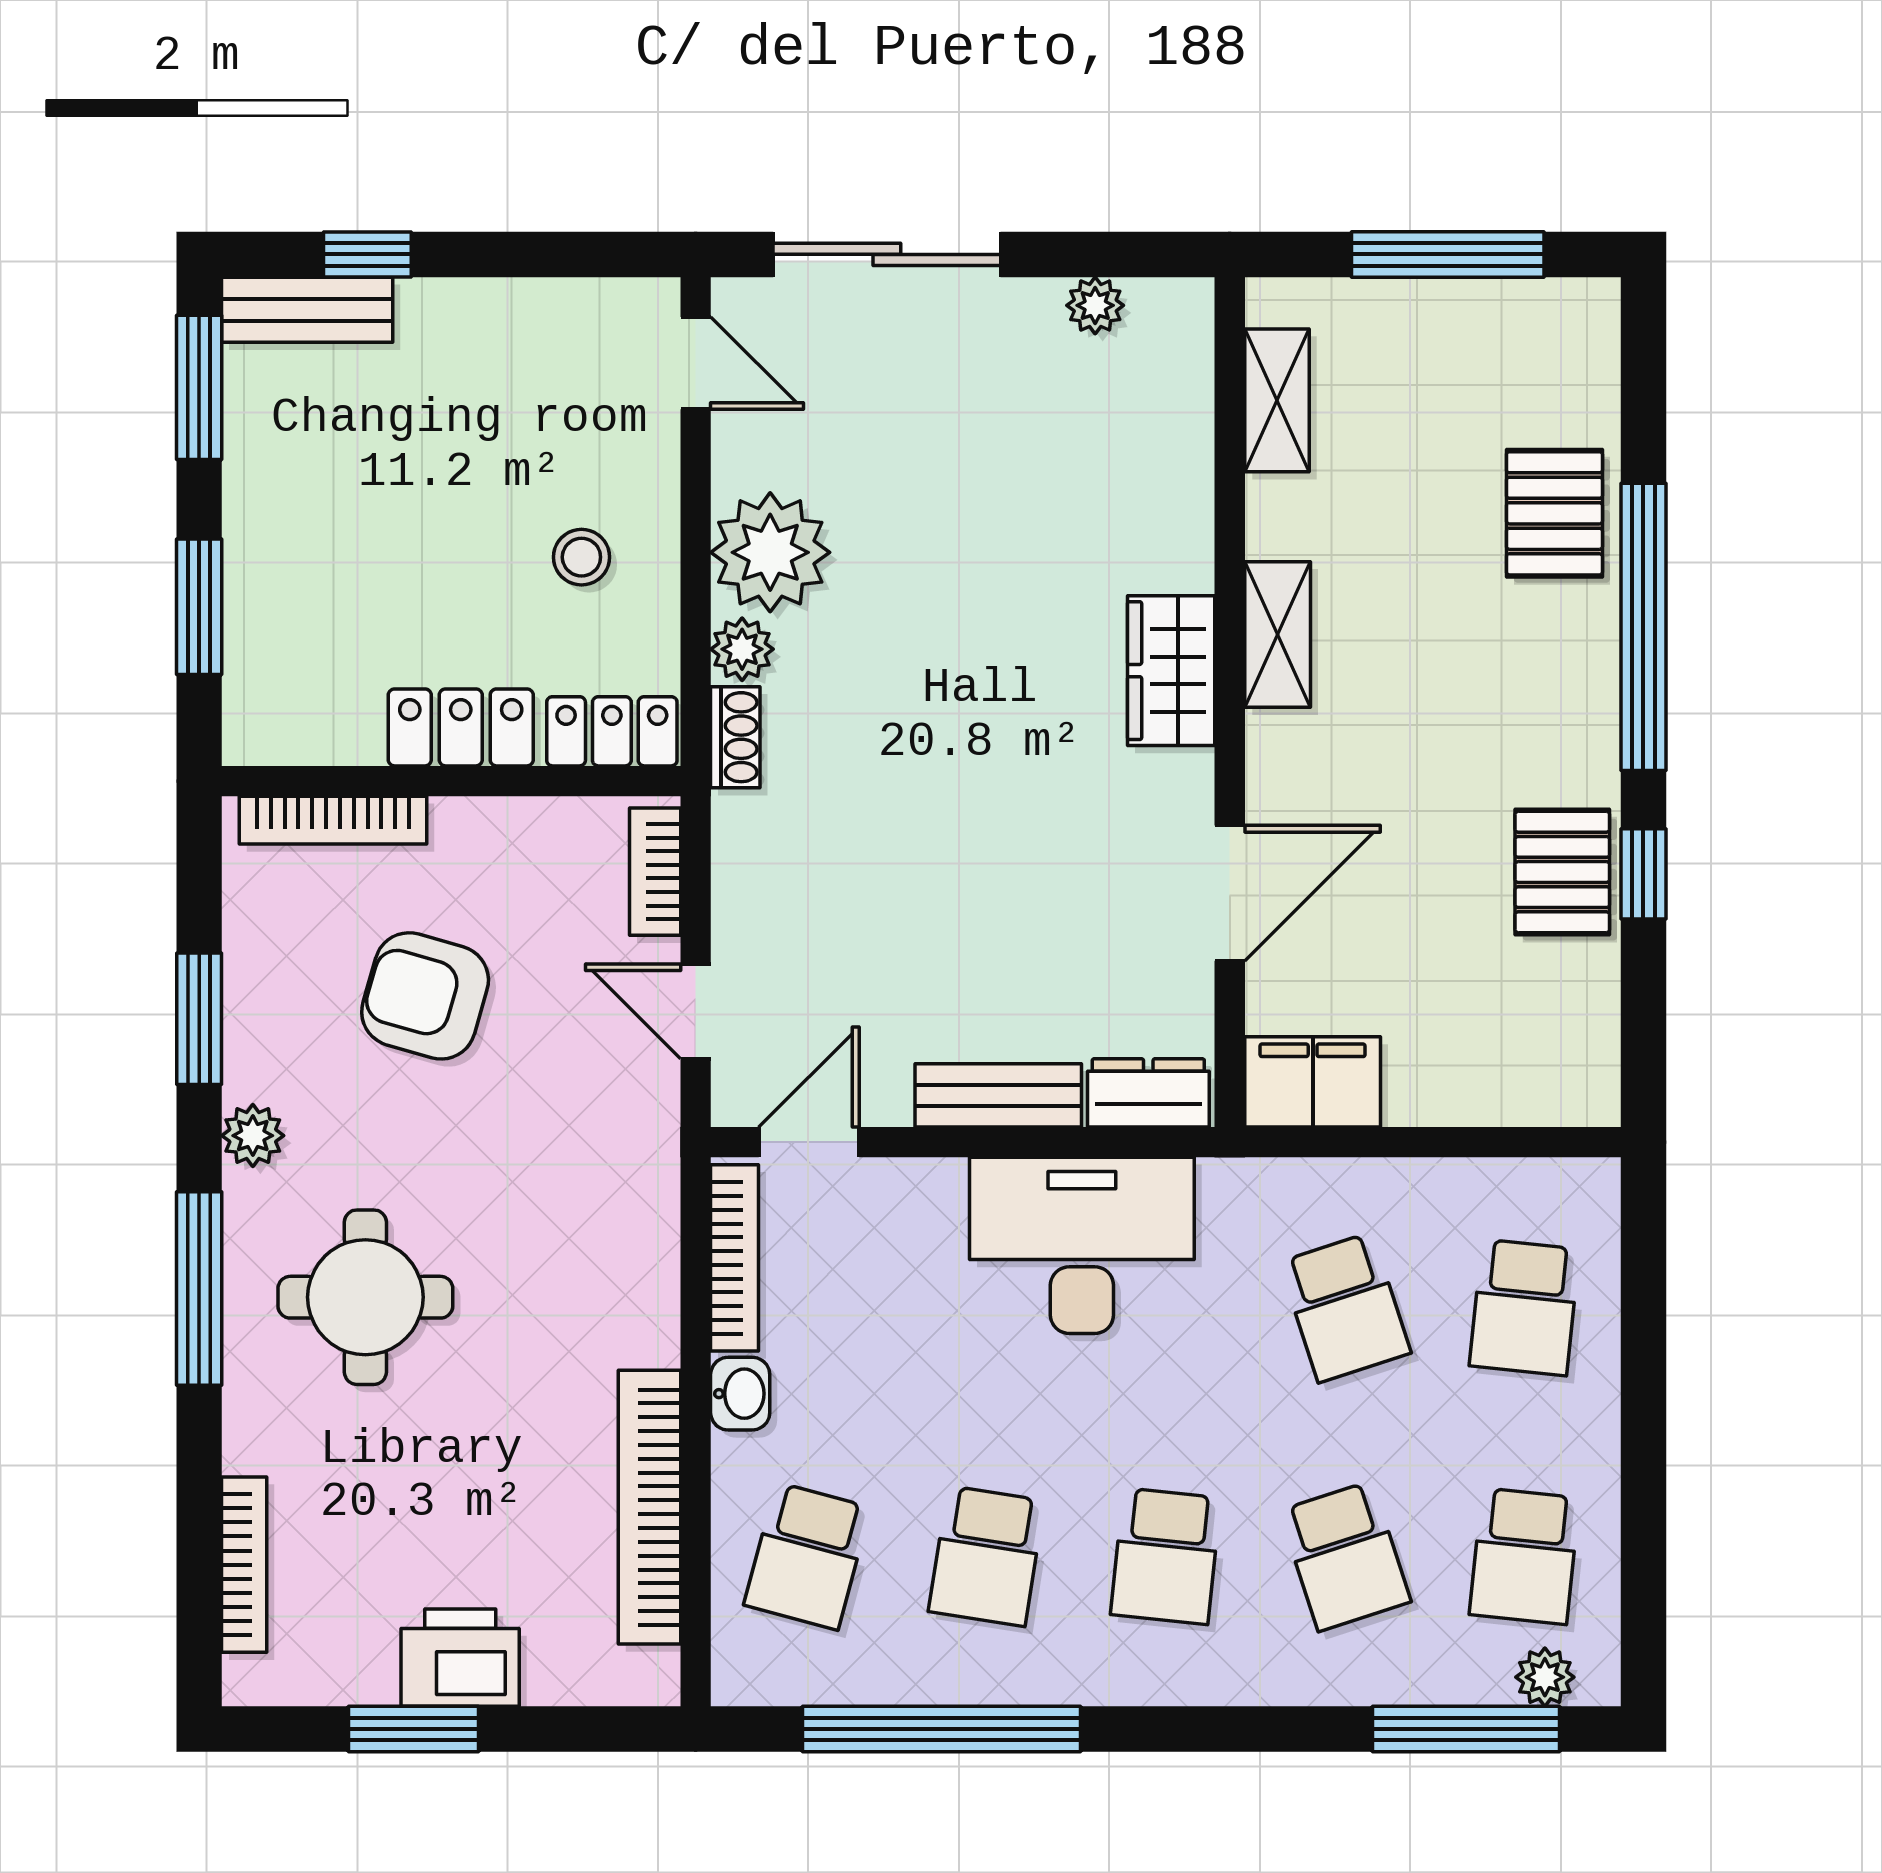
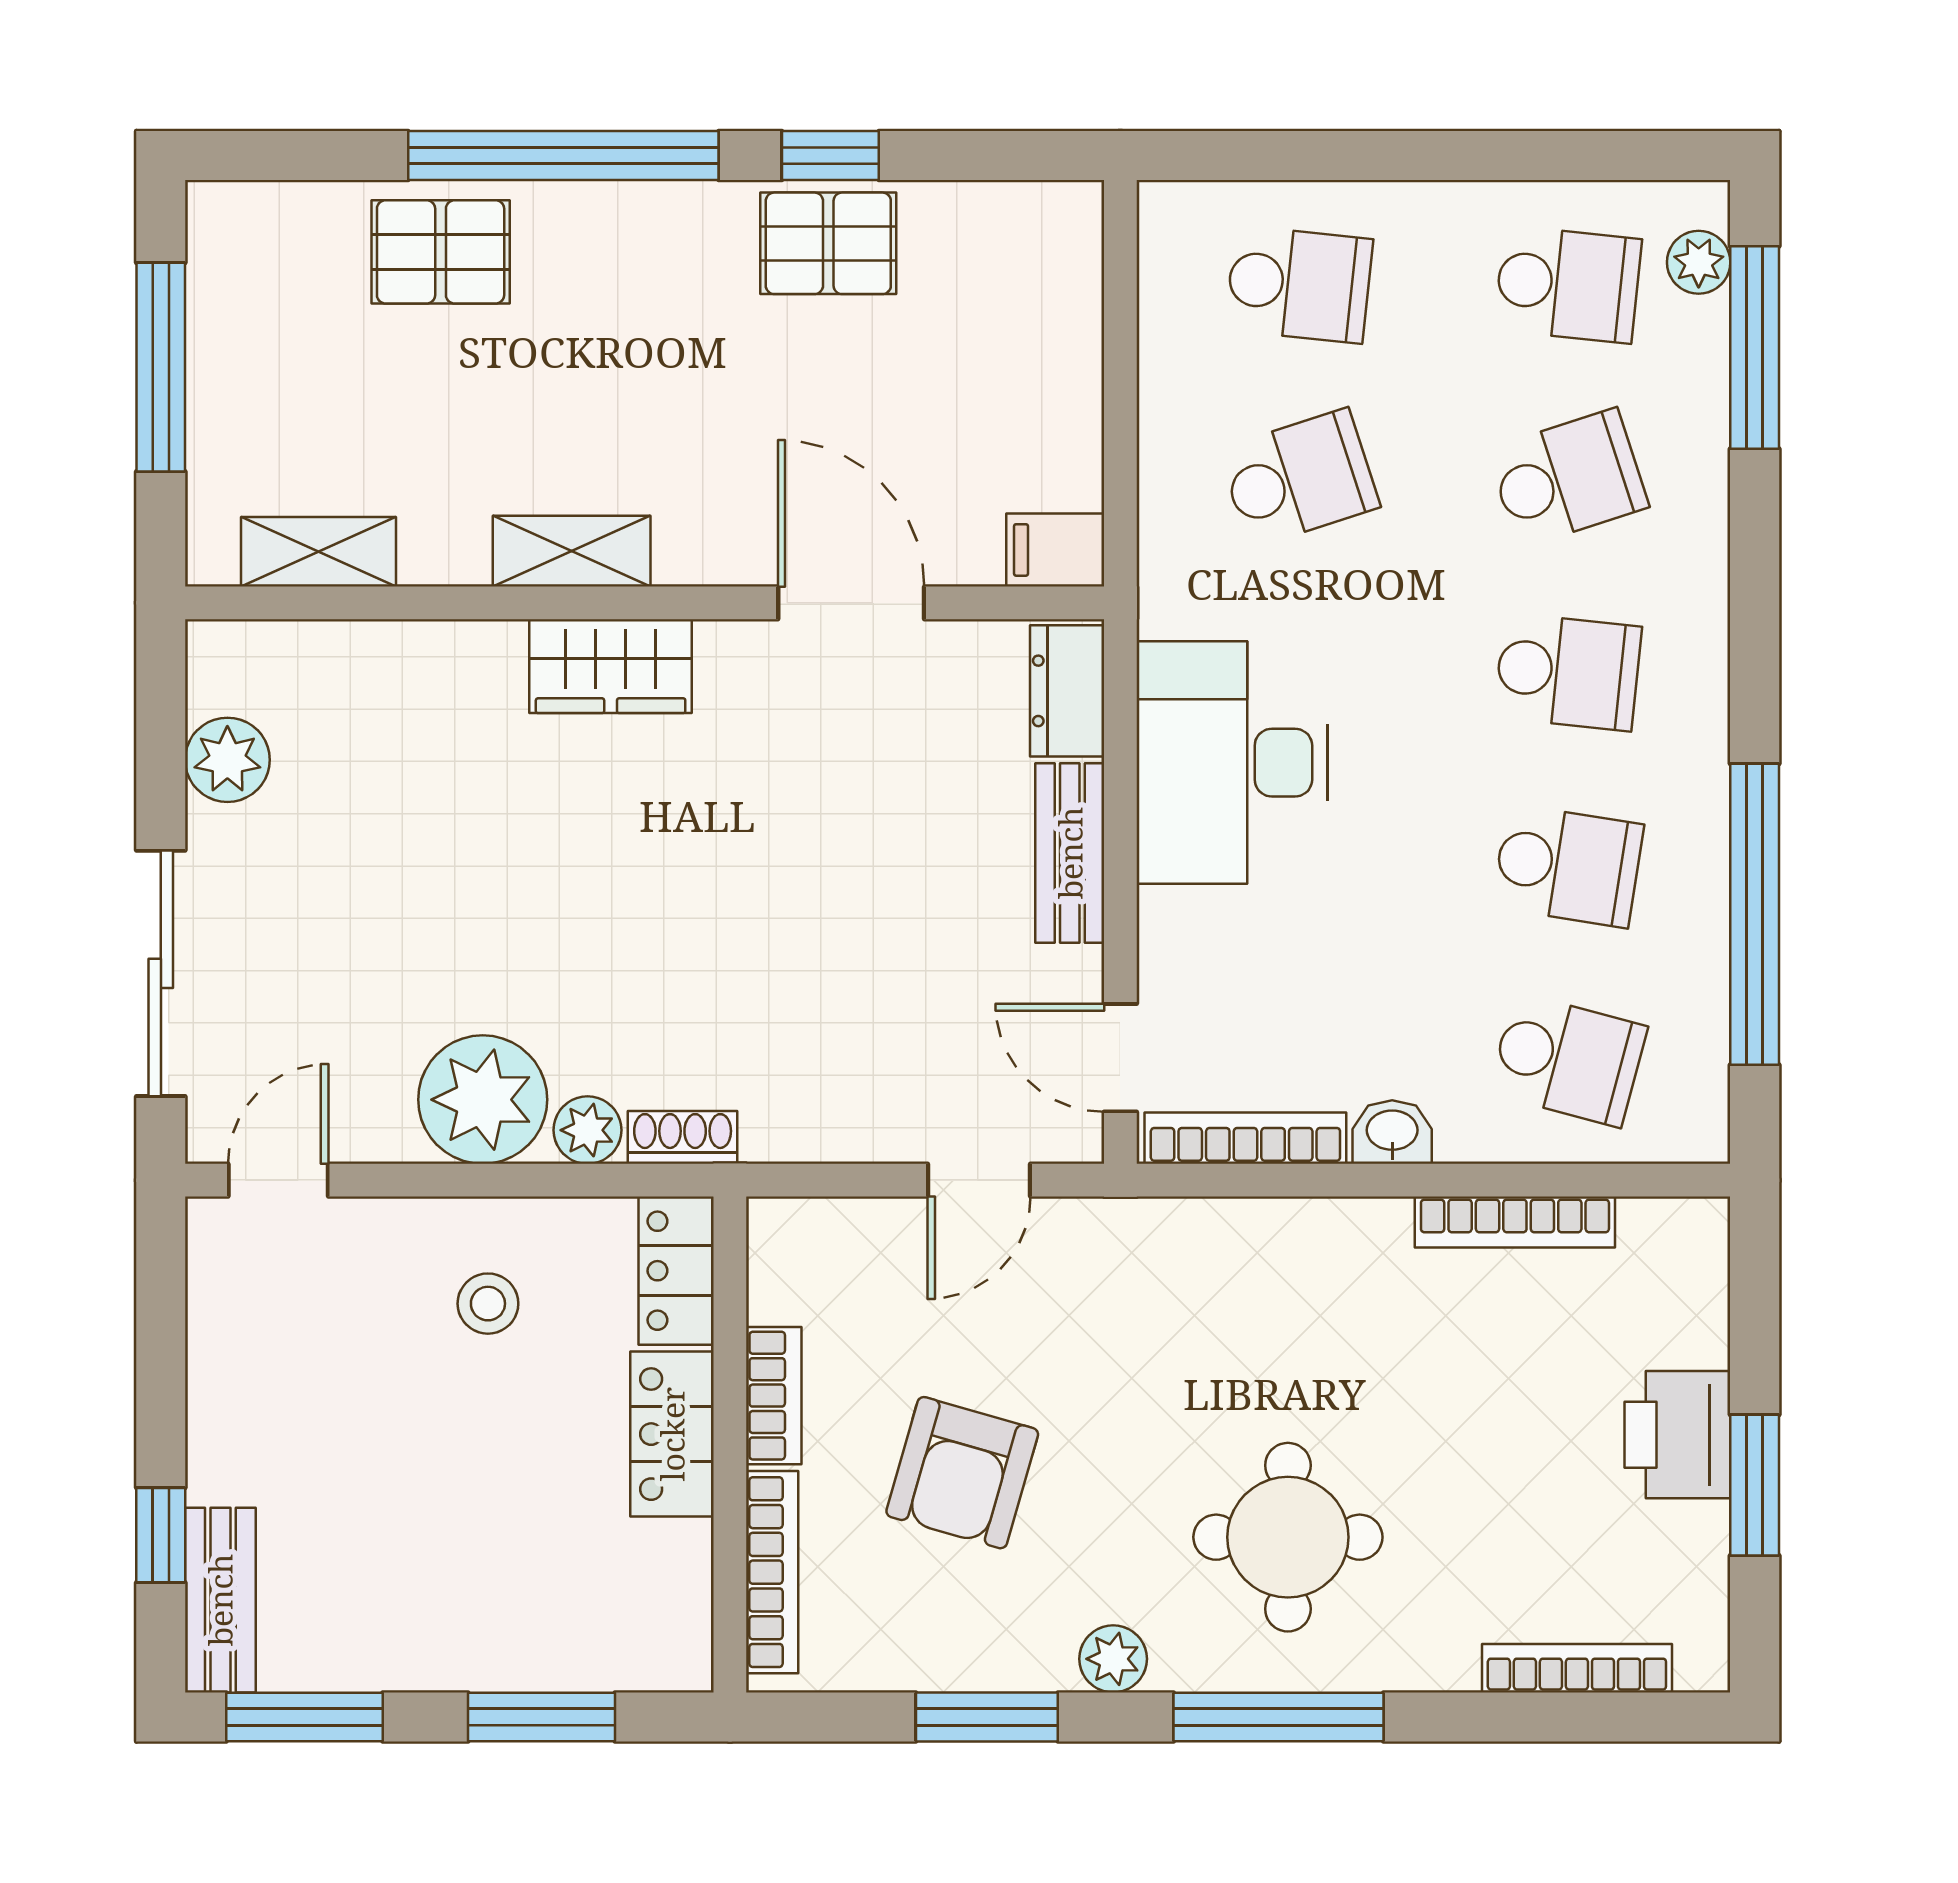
plant: (1095, 305) -> (227, 760), width x1.38, depth x1.38
bookcase: (655, 872) -> (774, 1396), moved, turned -90
filing cabinet: (1313, 1082) -> (1055, 550), width x0.50
bookcase: (649, 1507) -> (1515, 1222), width x0.68, depth x0.76

